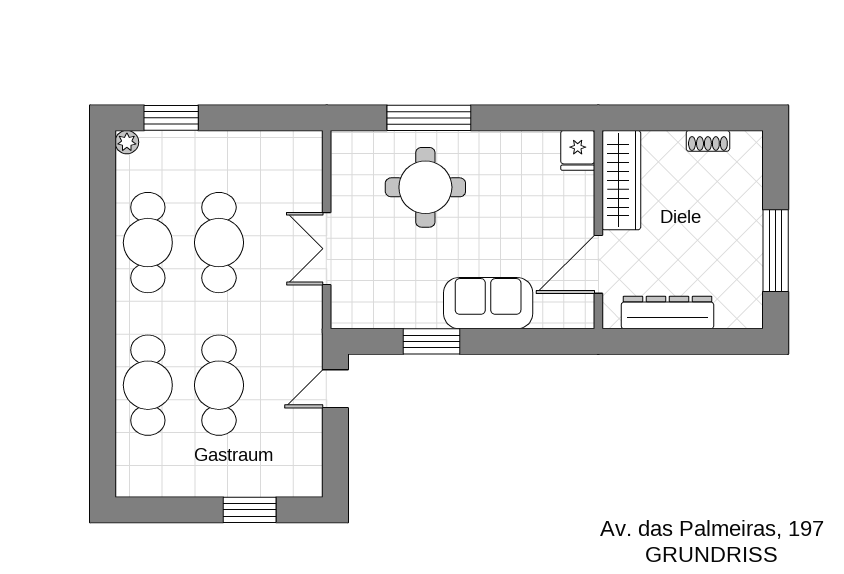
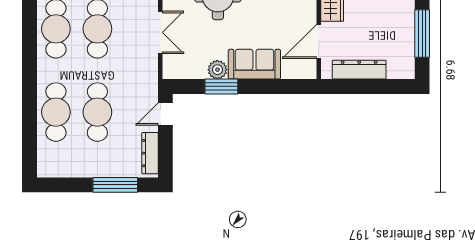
double door: (327, 249) -> (160, 32), swing flipped
plant: (425, 313) -> (217, 70), added
dresser: (309, 456) -> (150, 153), added
window: (250, 510) -> (115, 185), width x1.44

